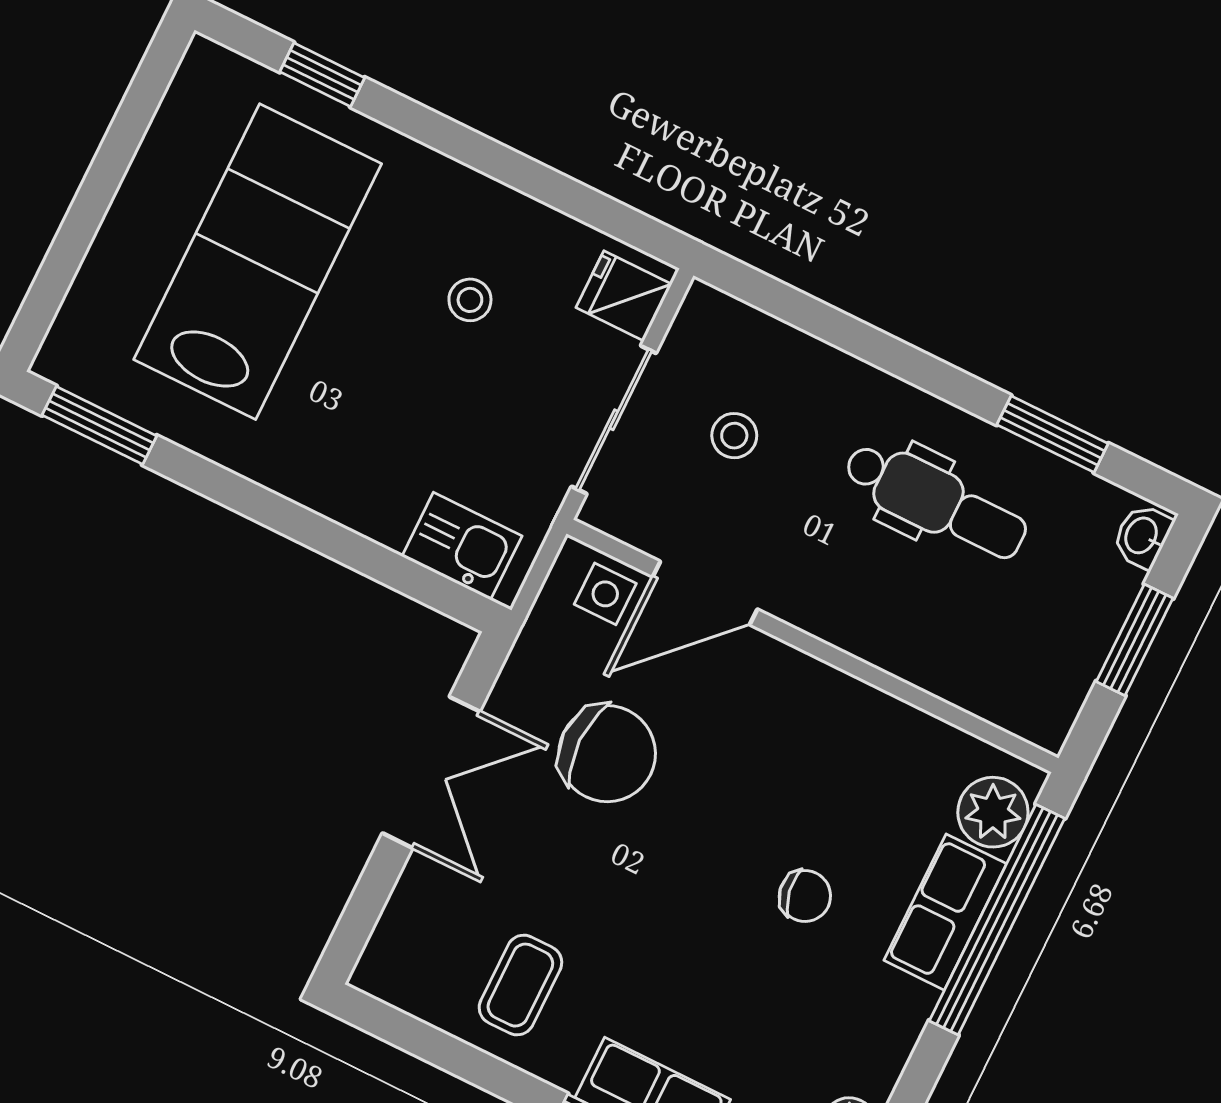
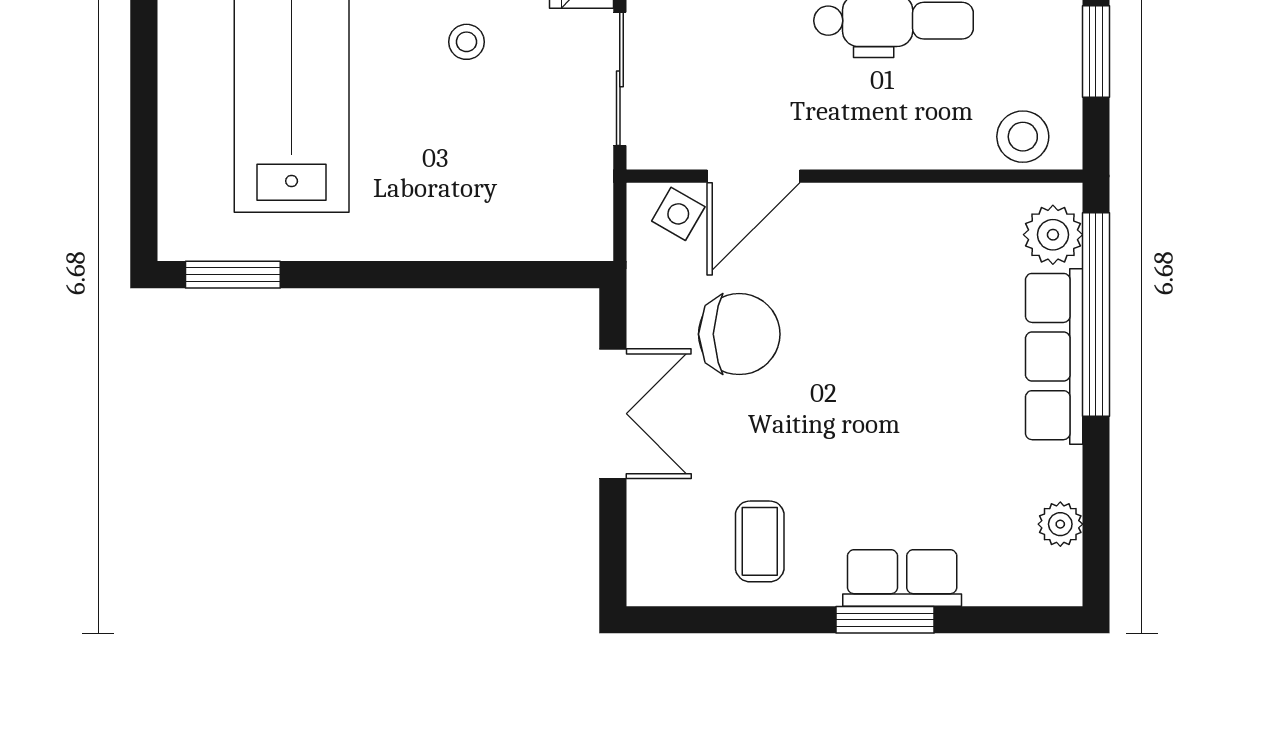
stool: (734, 436) -> (1023, 137), moved, width x1.37, depth x1.37
kitchen sink: (462, 546) -> (552, 231), removed
side table: (605, 594) -> (678, 214), turned 30
chair: (805, 896) -> (942, 368), removed
row of seats: (945, 912) -> (1054, 357), width x1.48

